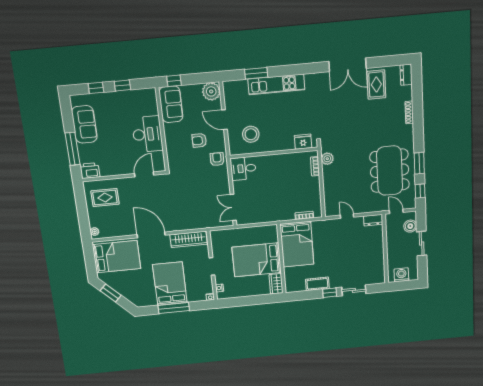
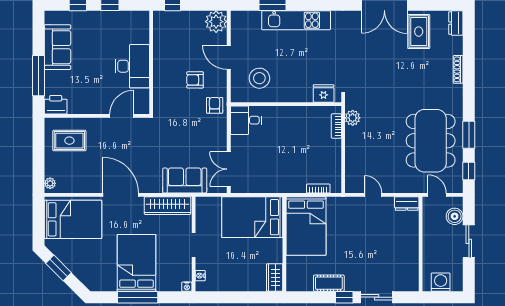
sofa: (171, 104) -> (185, 181), moved, turned -90
bed: (257, 260) -> (252, 217), moved

